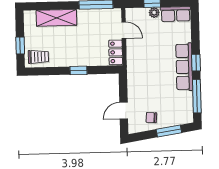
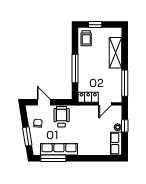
window: (196, 63) -> (79, 158), removed
row of seats: (184, 67) -> (59, 149), moved
window: (78, 70) -> (75, 69), width x2.17
wheelchair: (142, 87) -> (62, 117), added

